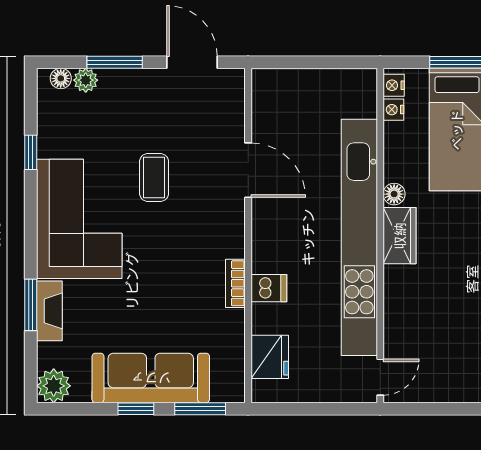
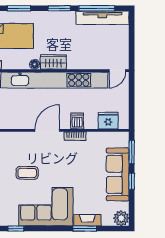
door: (248, 170) -> (47, 130), moved
door: (380, 377) -> (117, 71), swing flipped

